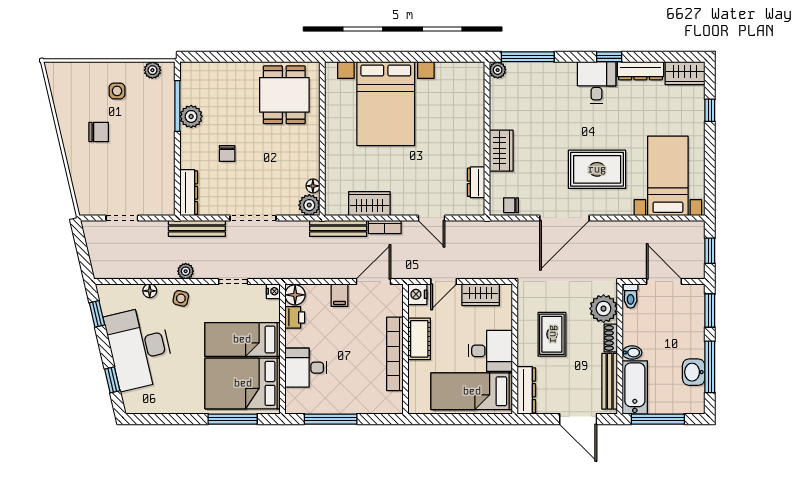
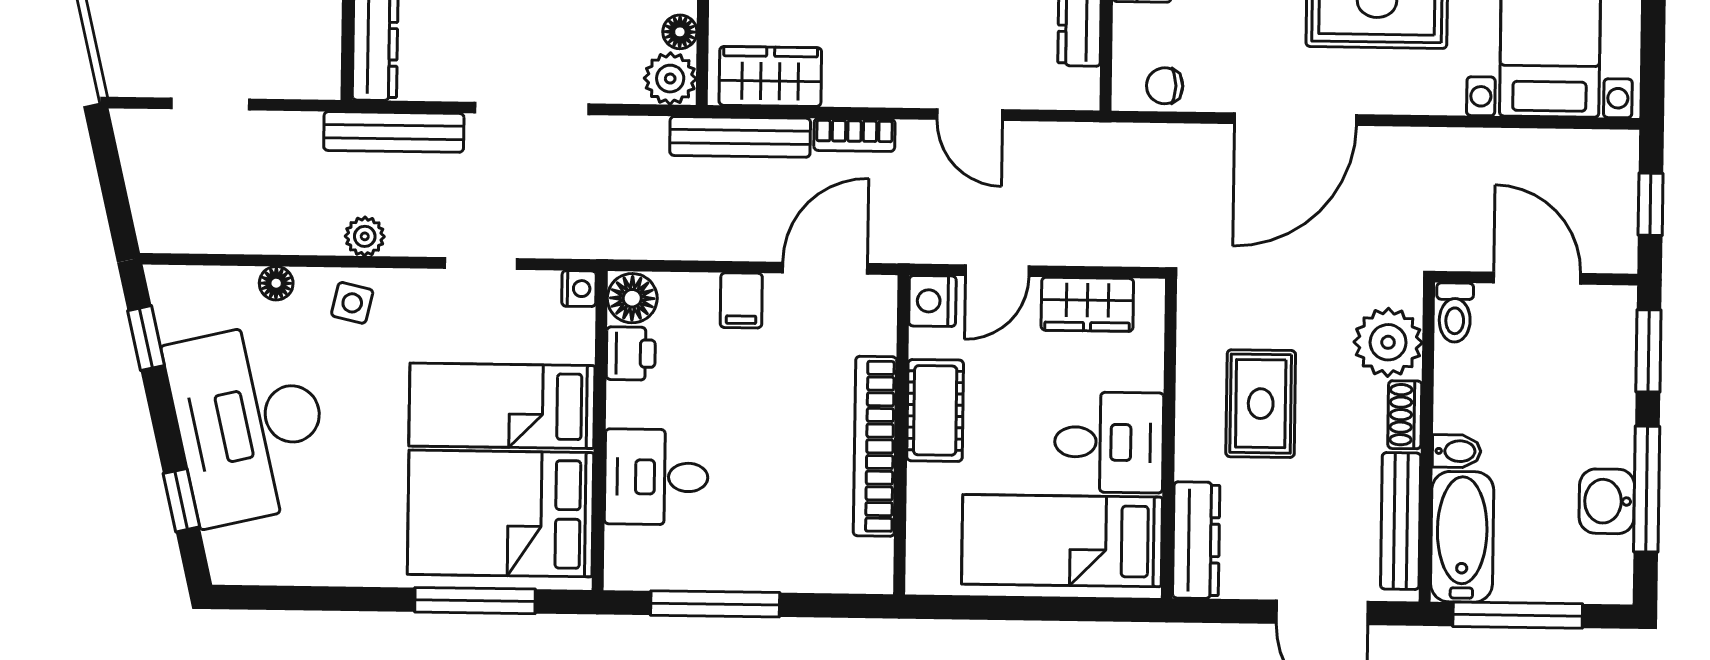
wardrobe: (369, 204) -> (770, 76), moved

